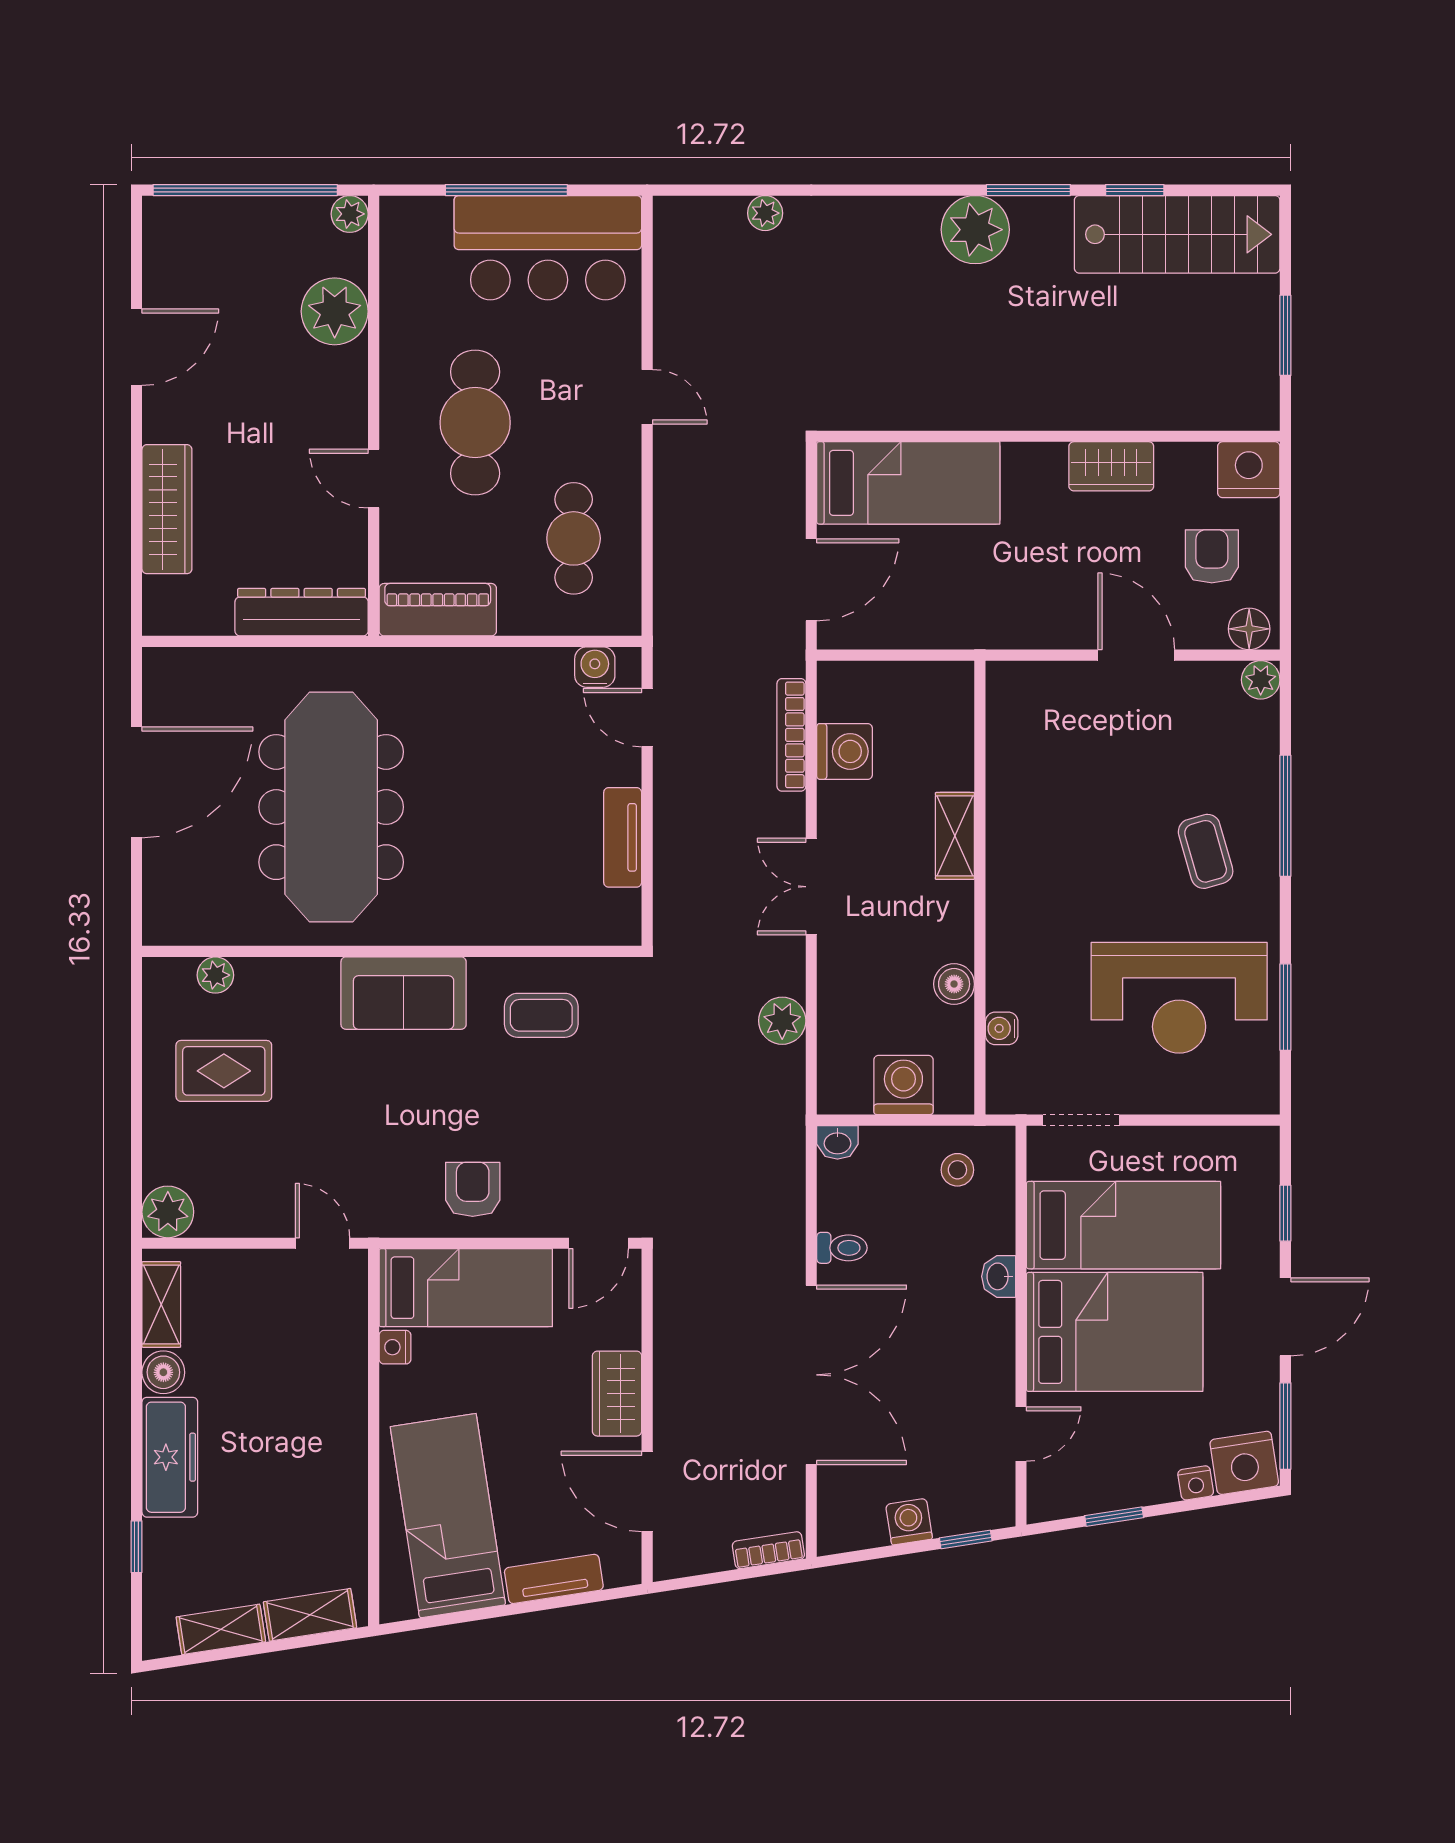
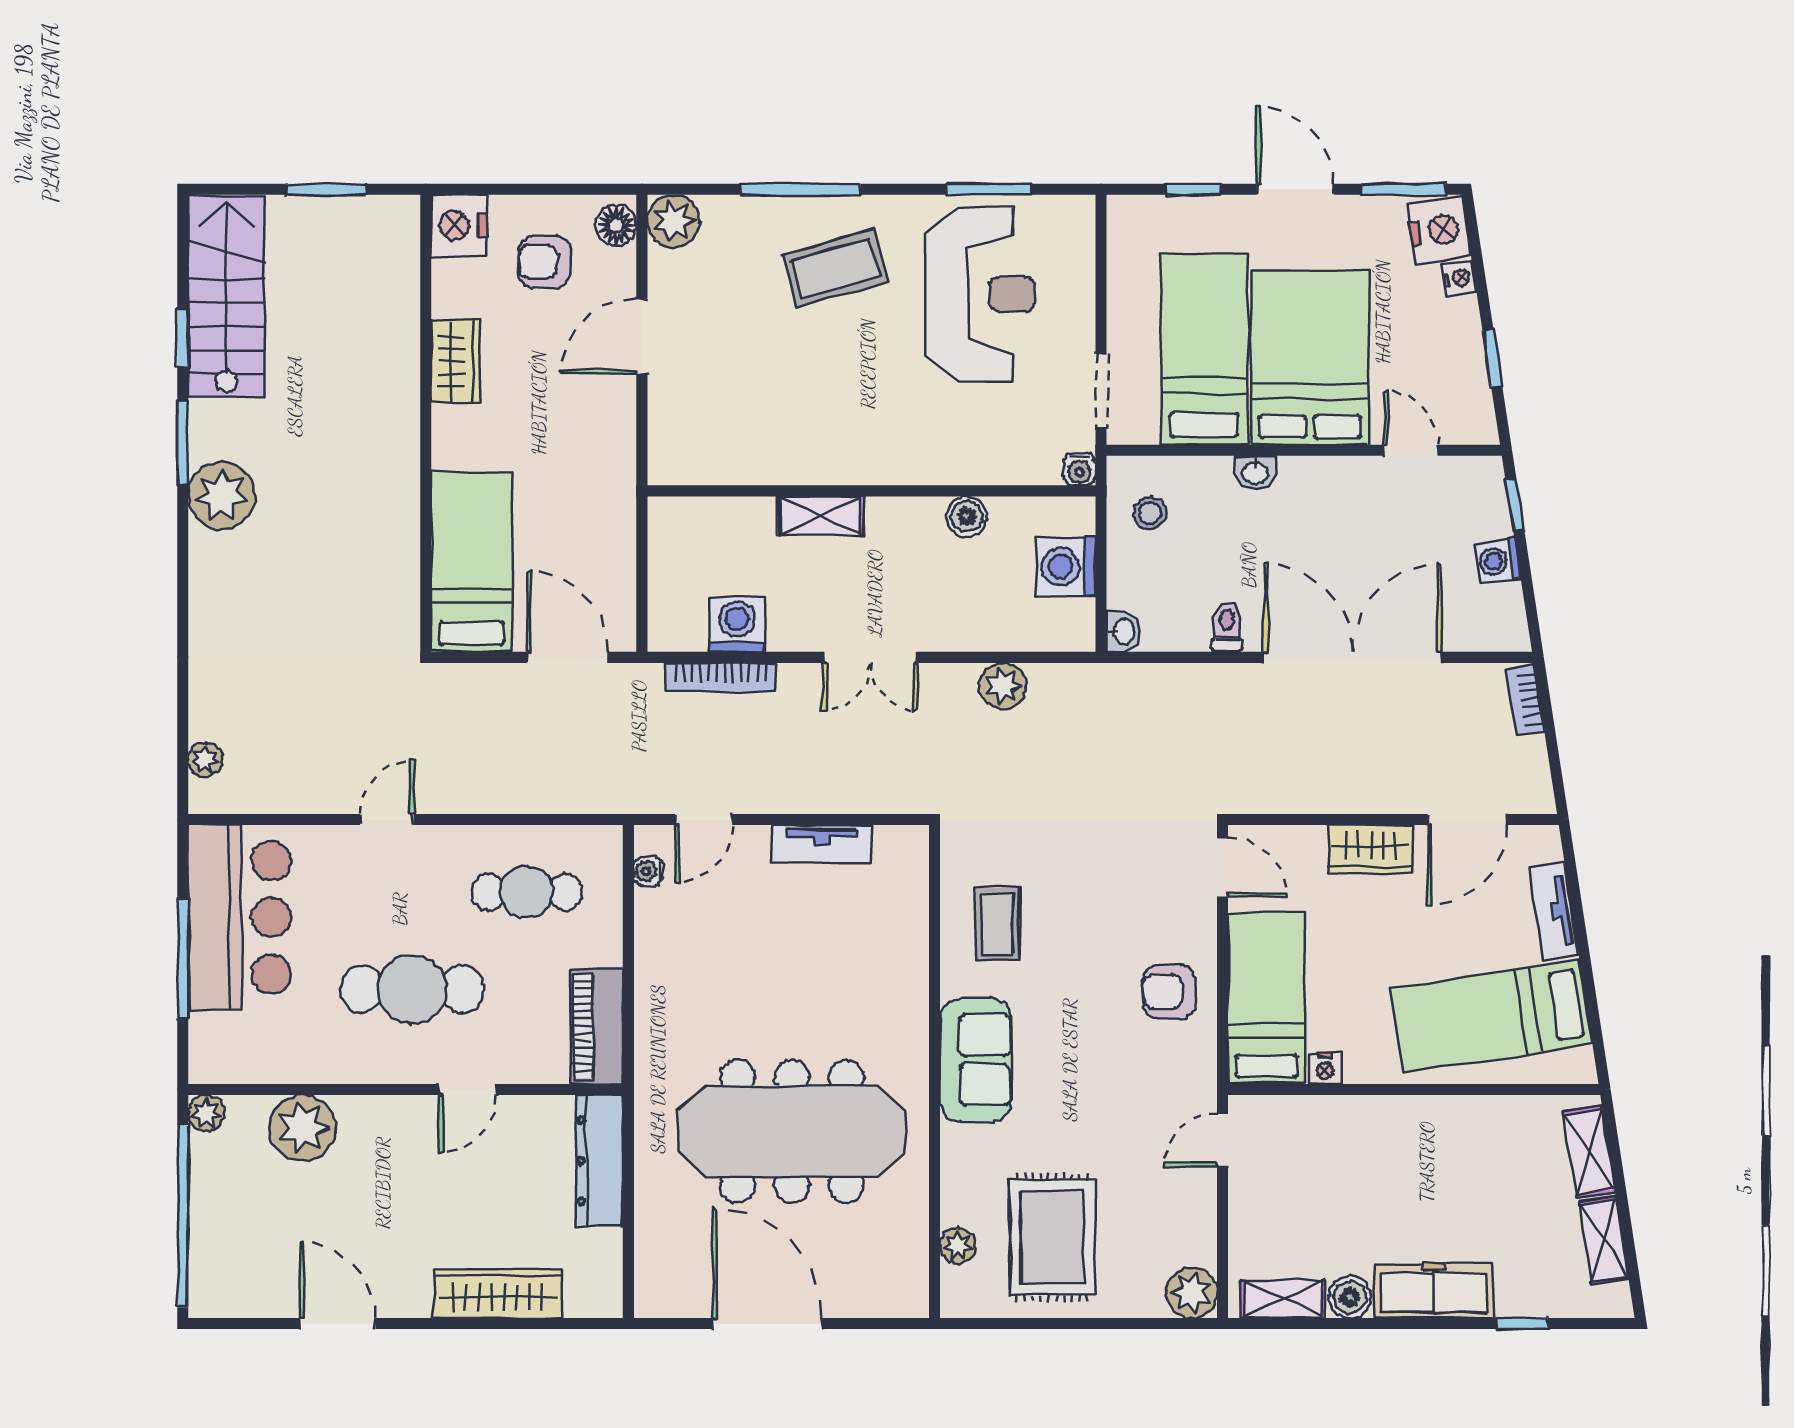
plant: (765, 213) -> (205, 760), moved
water cooler: (595, 667) -> (648, 871), width x0.72, depth x0.72
plant: (1261, 680) -> (673, 221), width x1.38, depth x1.38
coffee table: (1206, 851) -> (836, 268), width x1.36, depth x1.30
water cooler: (1002, 1028) -> (1079, 469), moved
rug: (224, 1071) -> (1052, 1237), width x1.36, depth x1.43

